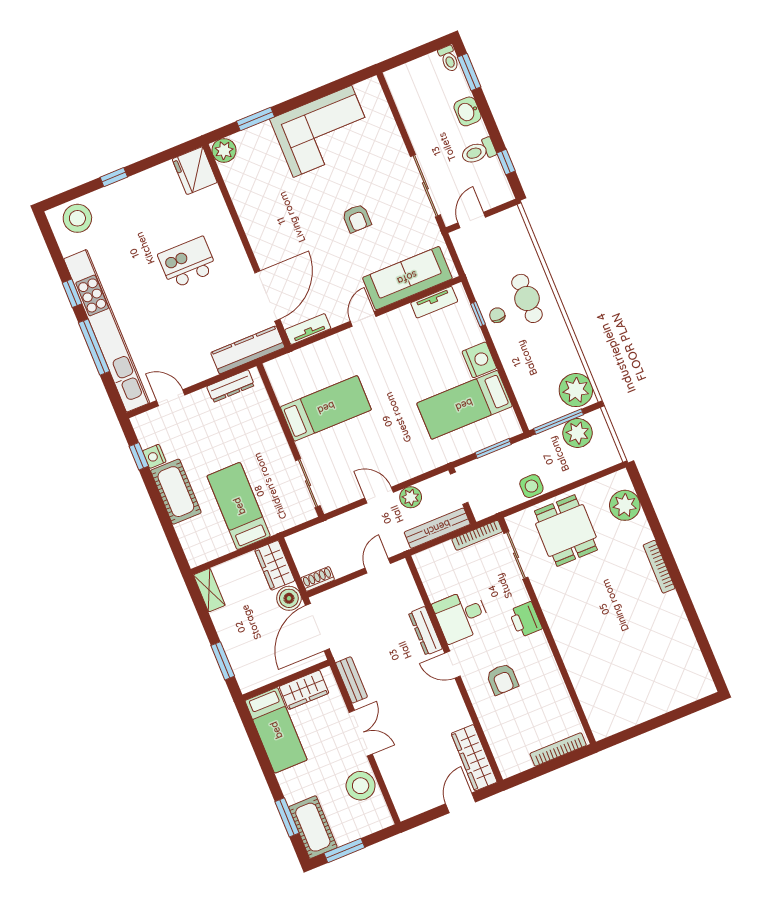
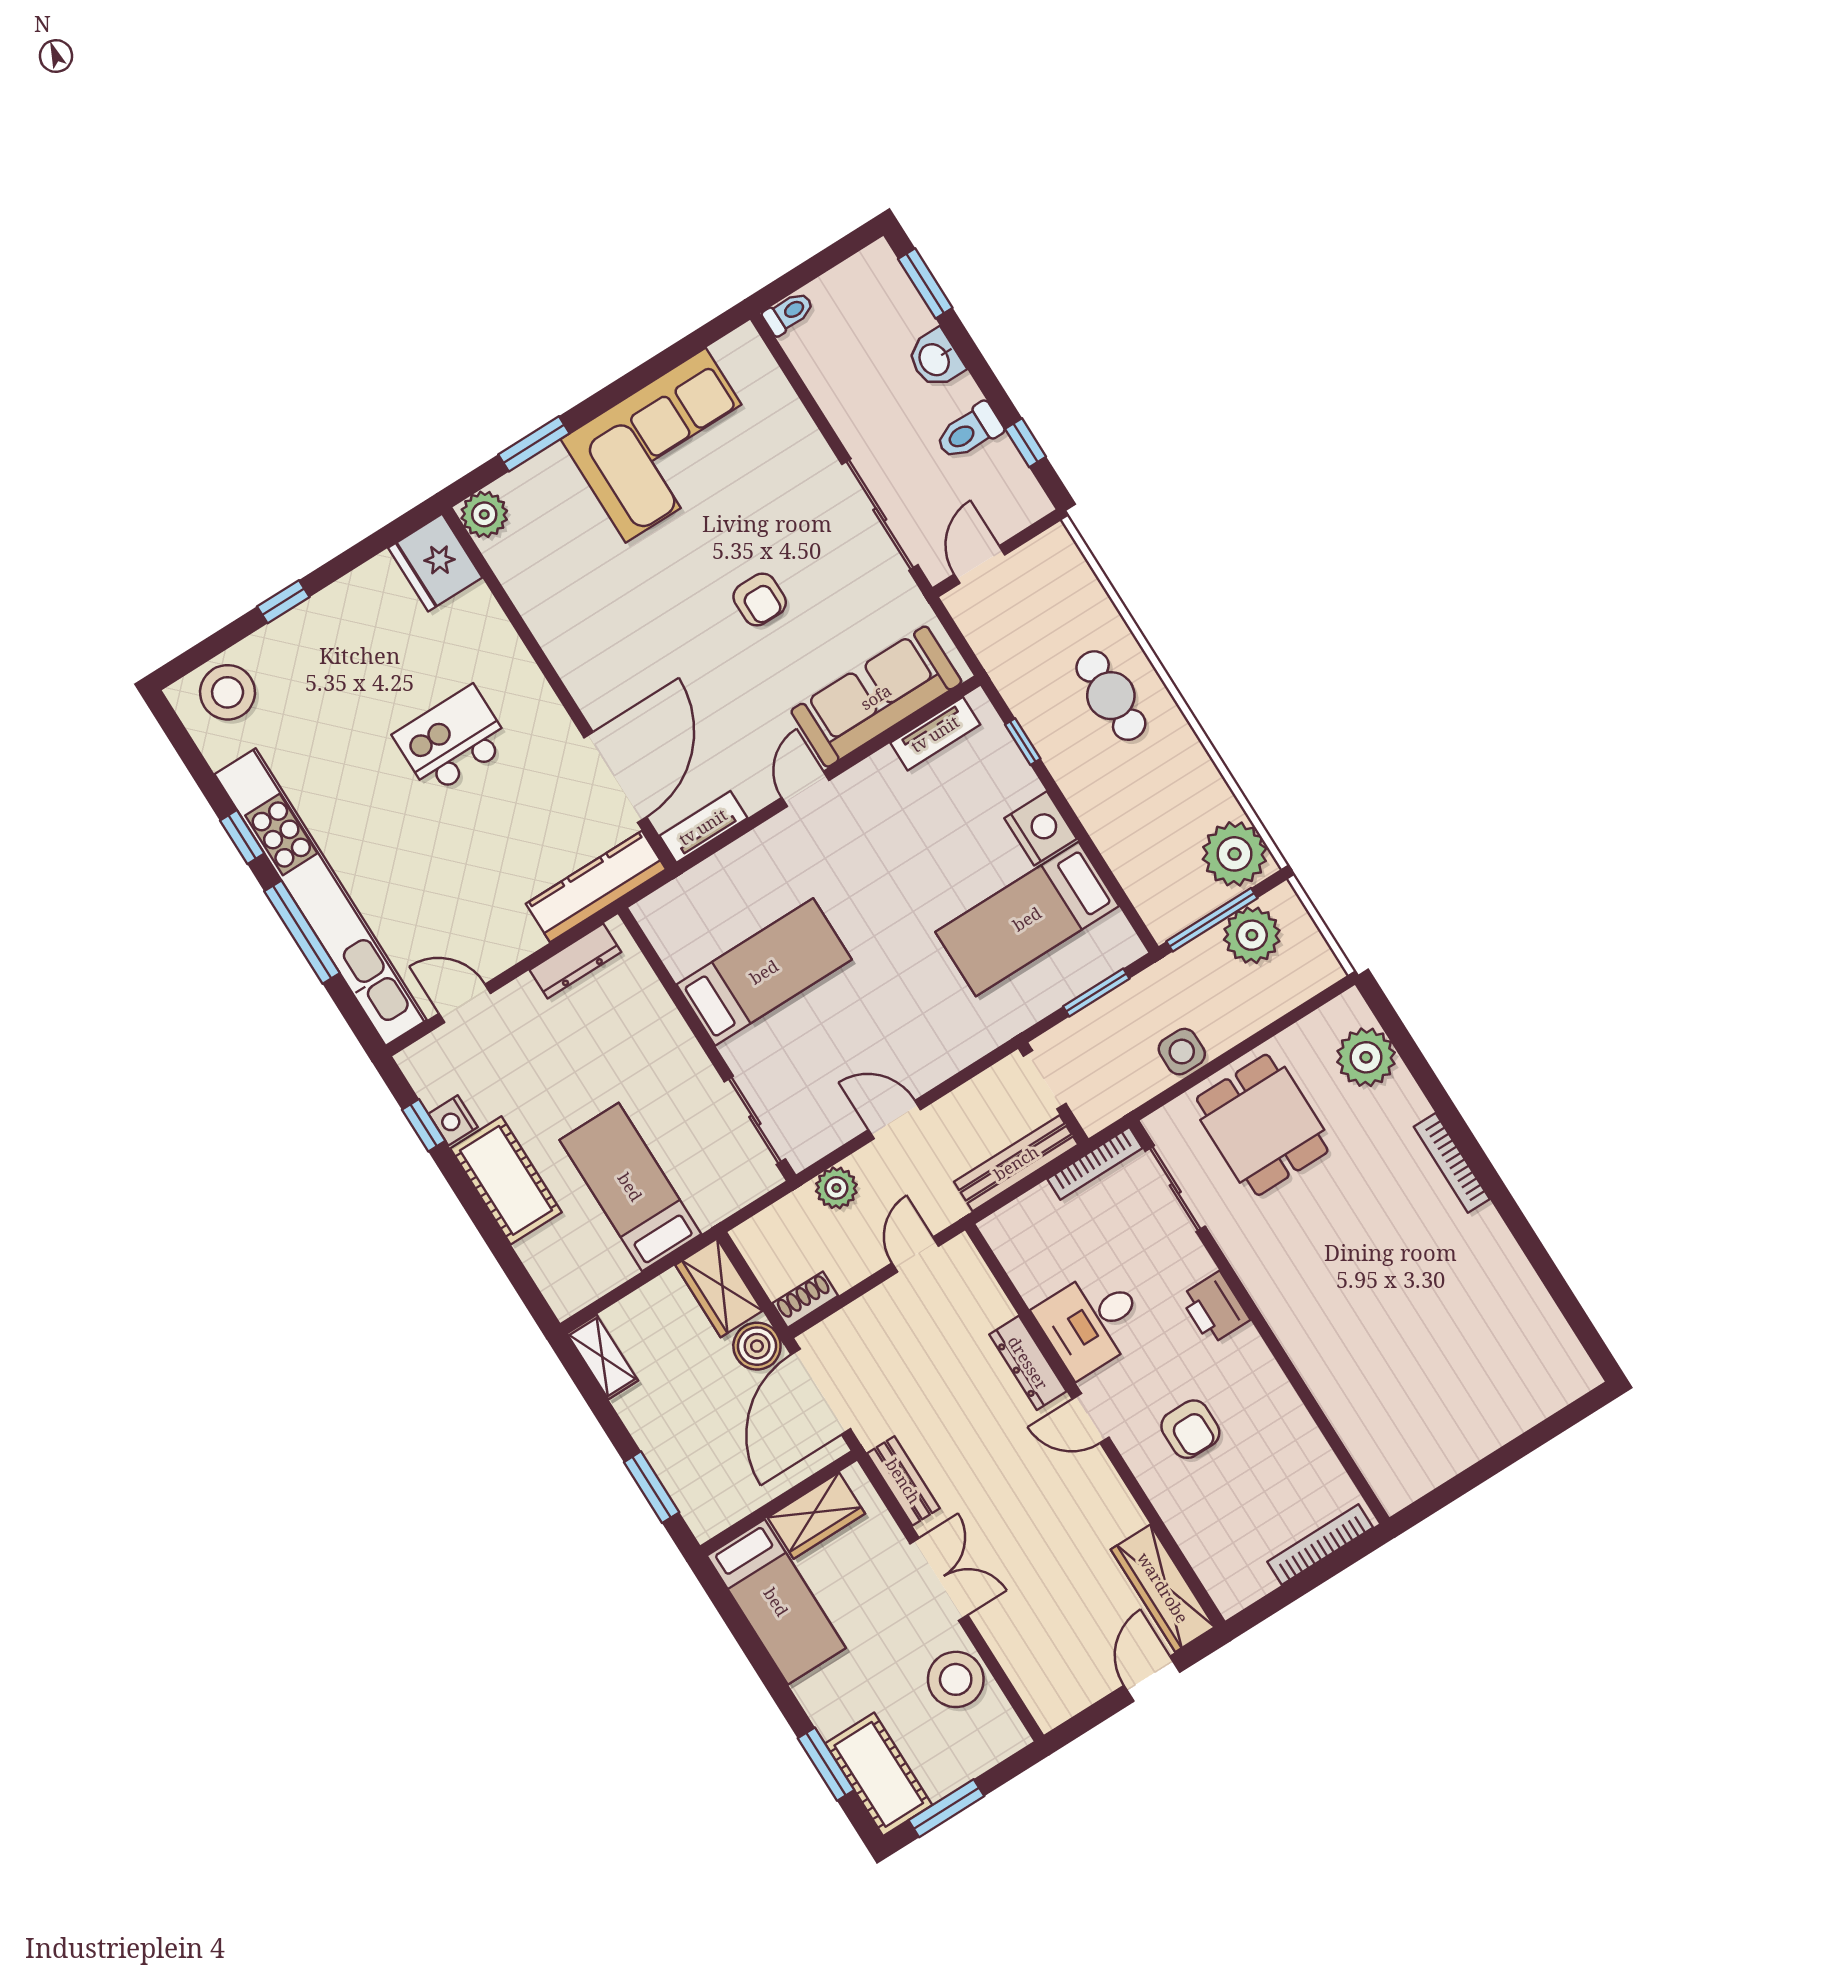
toilet: (449, 59) -> (788, 313), moved, turned -90
chair: (497, 315) -> (1060, 737), removed
plant: (411, 497) -> (836, 1188), moved

